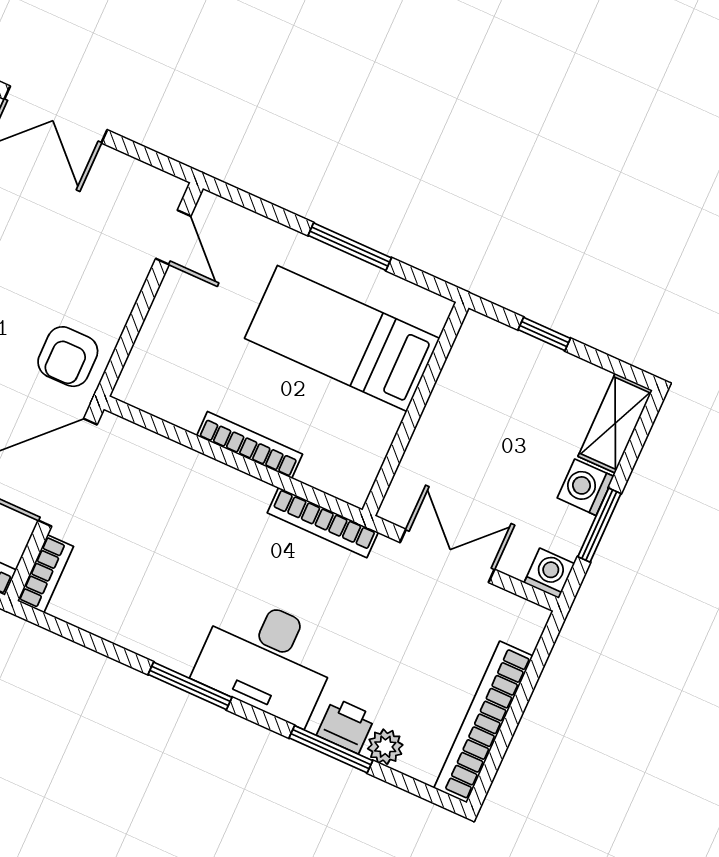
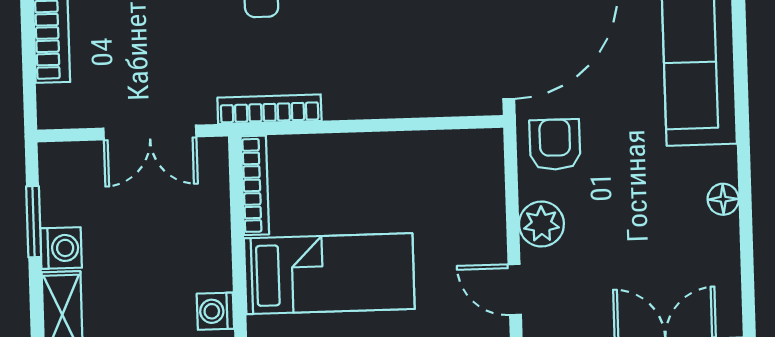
plant: (117, 287) -> (541, 224), added
bookcase: (250, 445) -> (255, 185), moved, turned -90
washing machine: (549, 573) -> (215, 311), moved, turned 90

